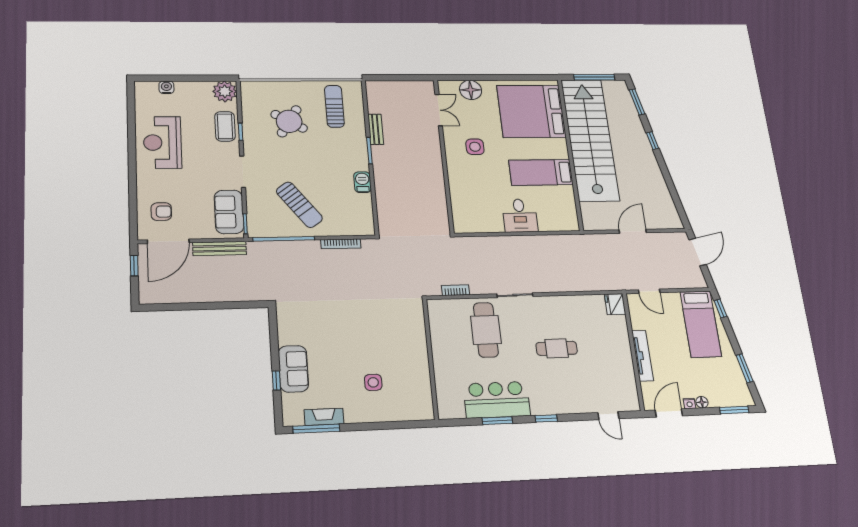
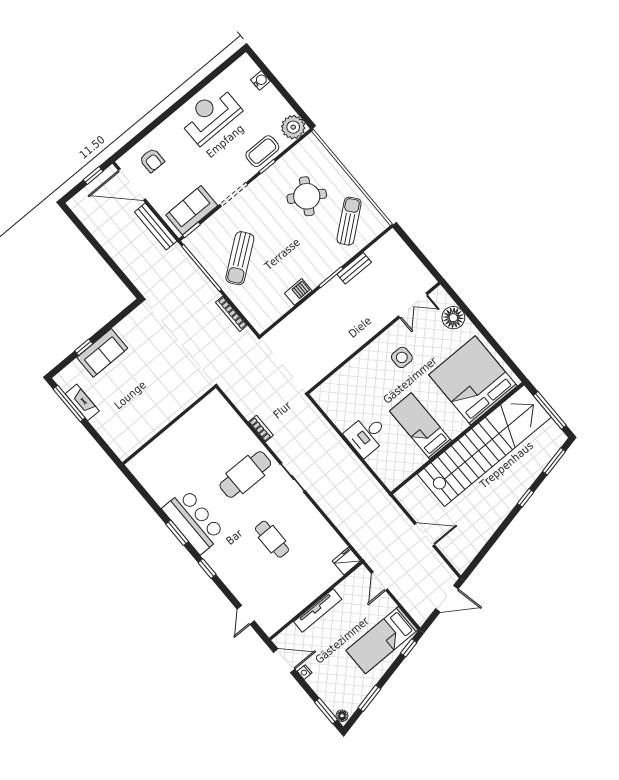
sun lounger: (334, 106) -> (349, 221), turned -39
wall: (430, 359) -> (169, 425), moved
side table: (373, 382) -> (137, 419), removed
floor lamp: (702, 402) -> (342, 716), moved

